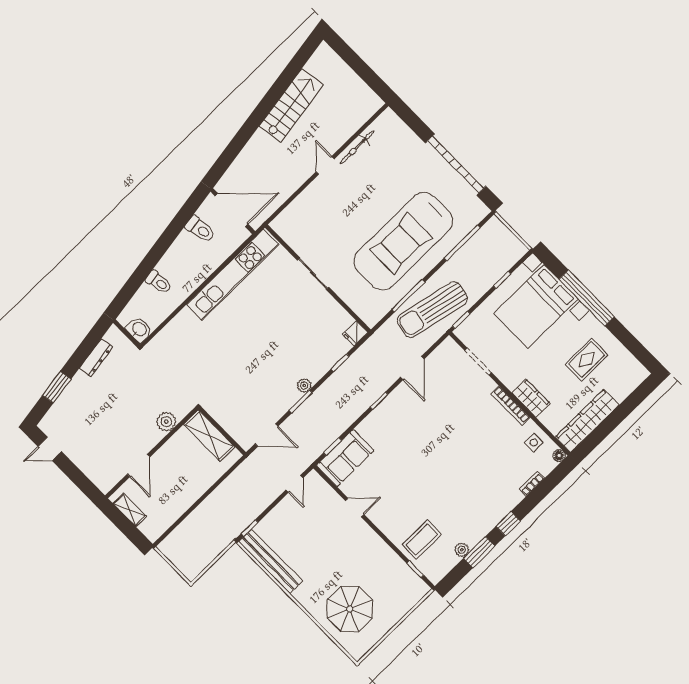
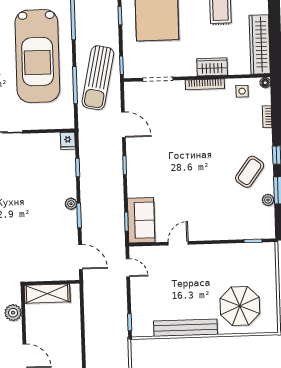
door: (267, 435) -> (80, 257), hinge flipped
coffee table: (422, 540) -> (250, 172), moved, turned 36
bench: (271, 561) -> (185, 328), moved

